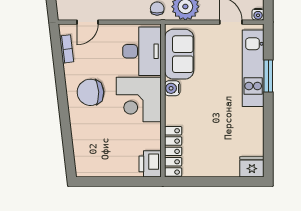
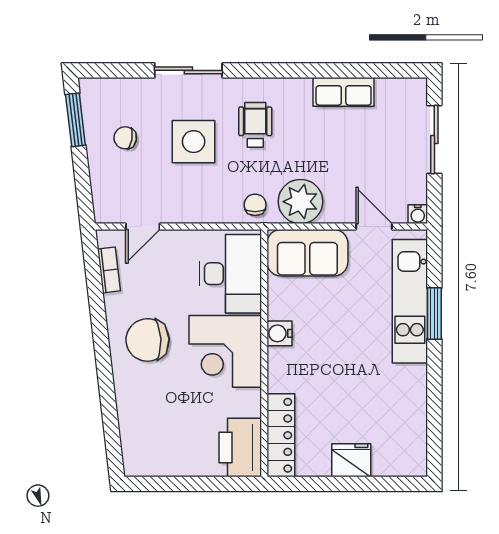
sofa: (179, 54) -> (307, 253), moved, turned 90
printer: (150, 164) -> (240, 447), width x1.37, depth x1.19
fridge: (252, 167) -> (351, 460), moved

